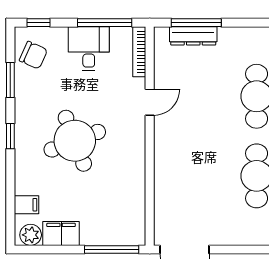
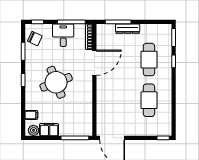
dresser: (193, 36) -> (128, 29), moved
door: (150, 102) -> (94, 63), width x1.88

